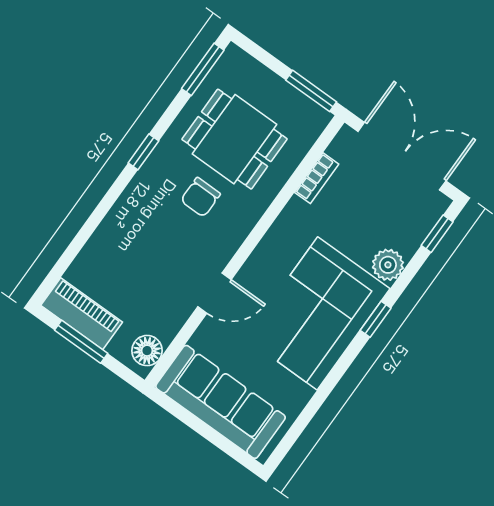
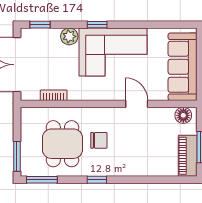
window: (311, 91) -> (17, 156), moved

